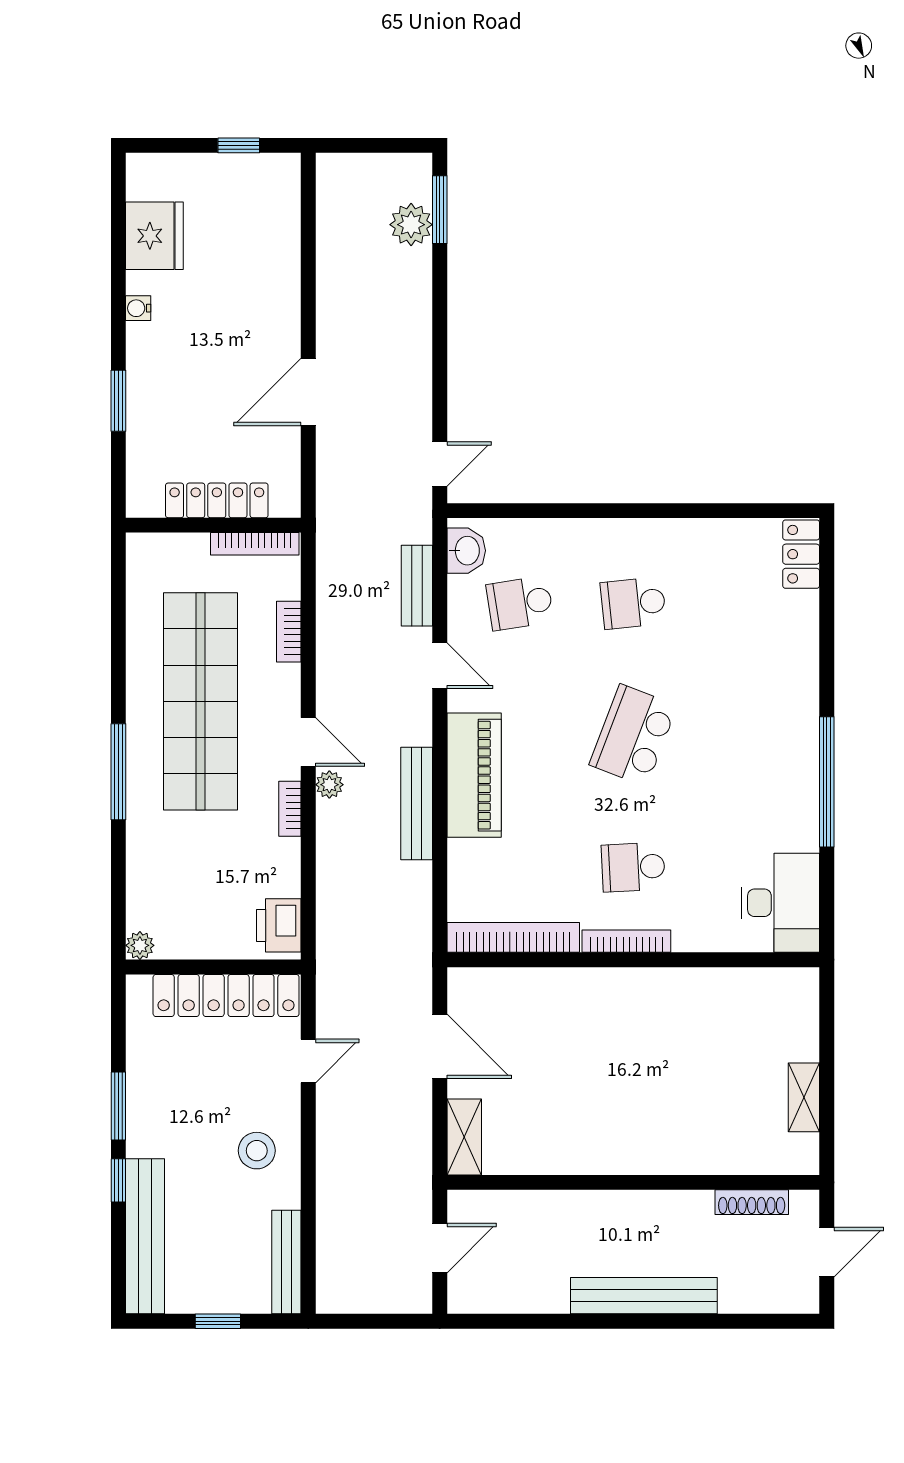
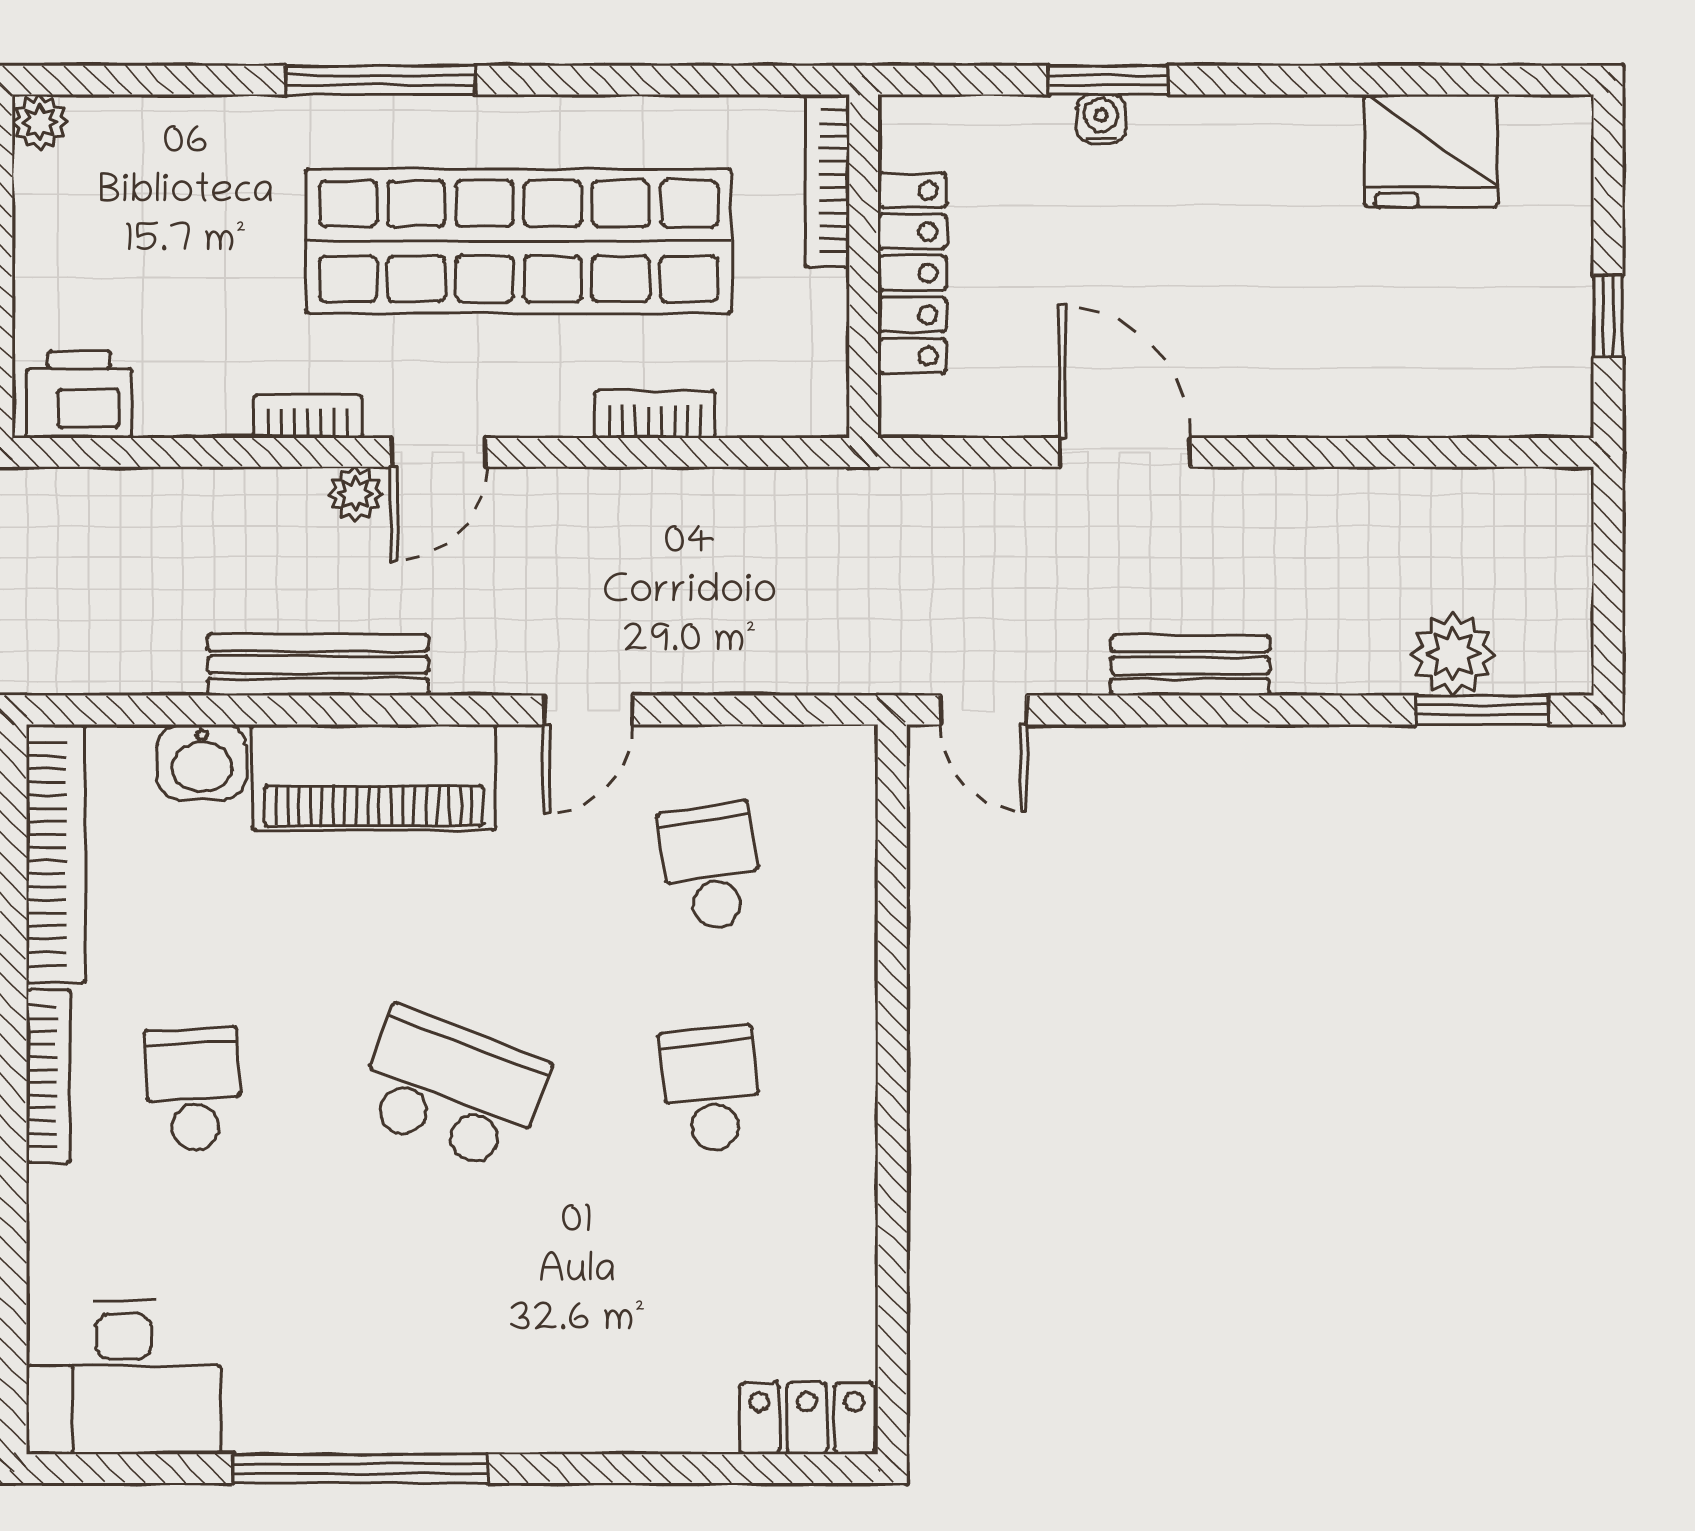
water cooler: (138, 308) -> (1101, 119), moved
bookcase: (255, 544) -> (827, 181), moved
washbasin: (466, 551) -> (202, 762), moved
bench: (417, 586) -> (1190, 665), moved

